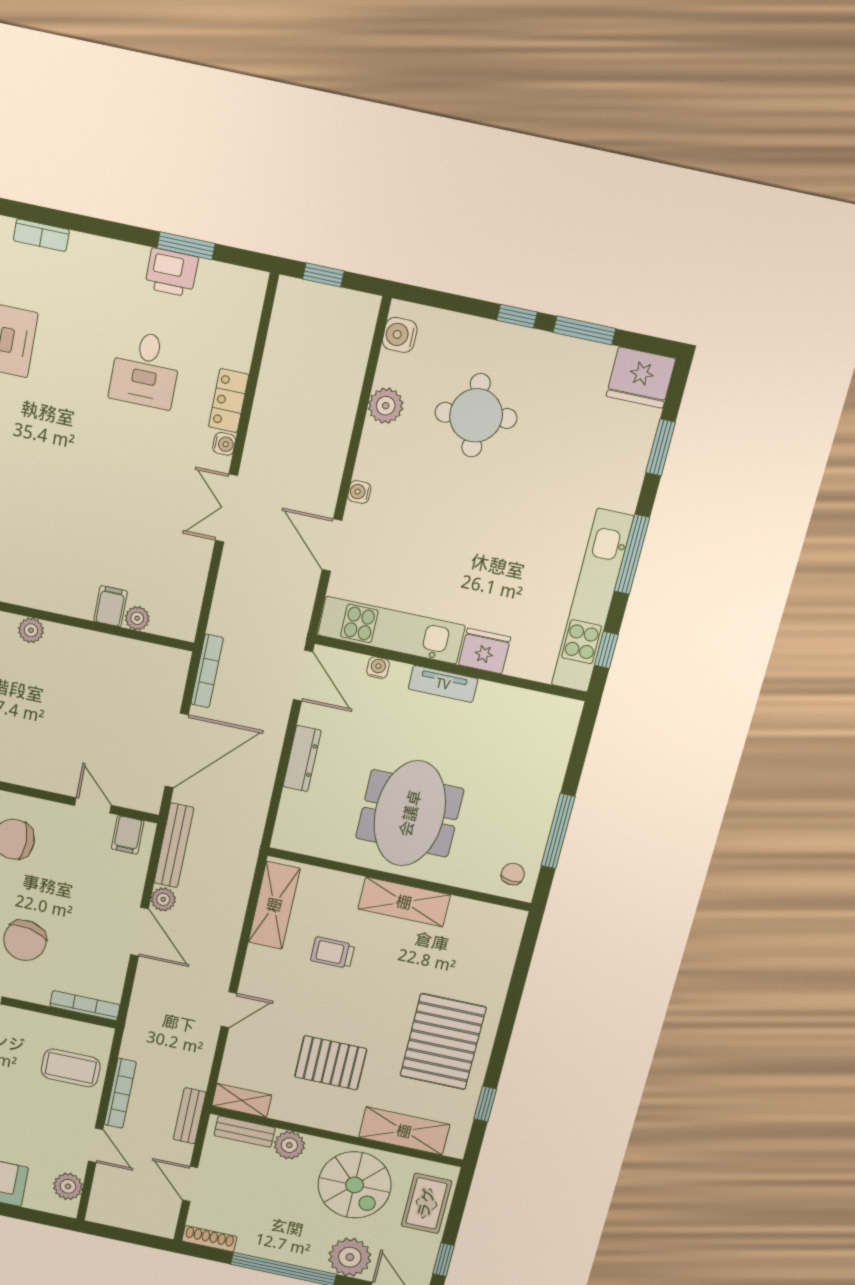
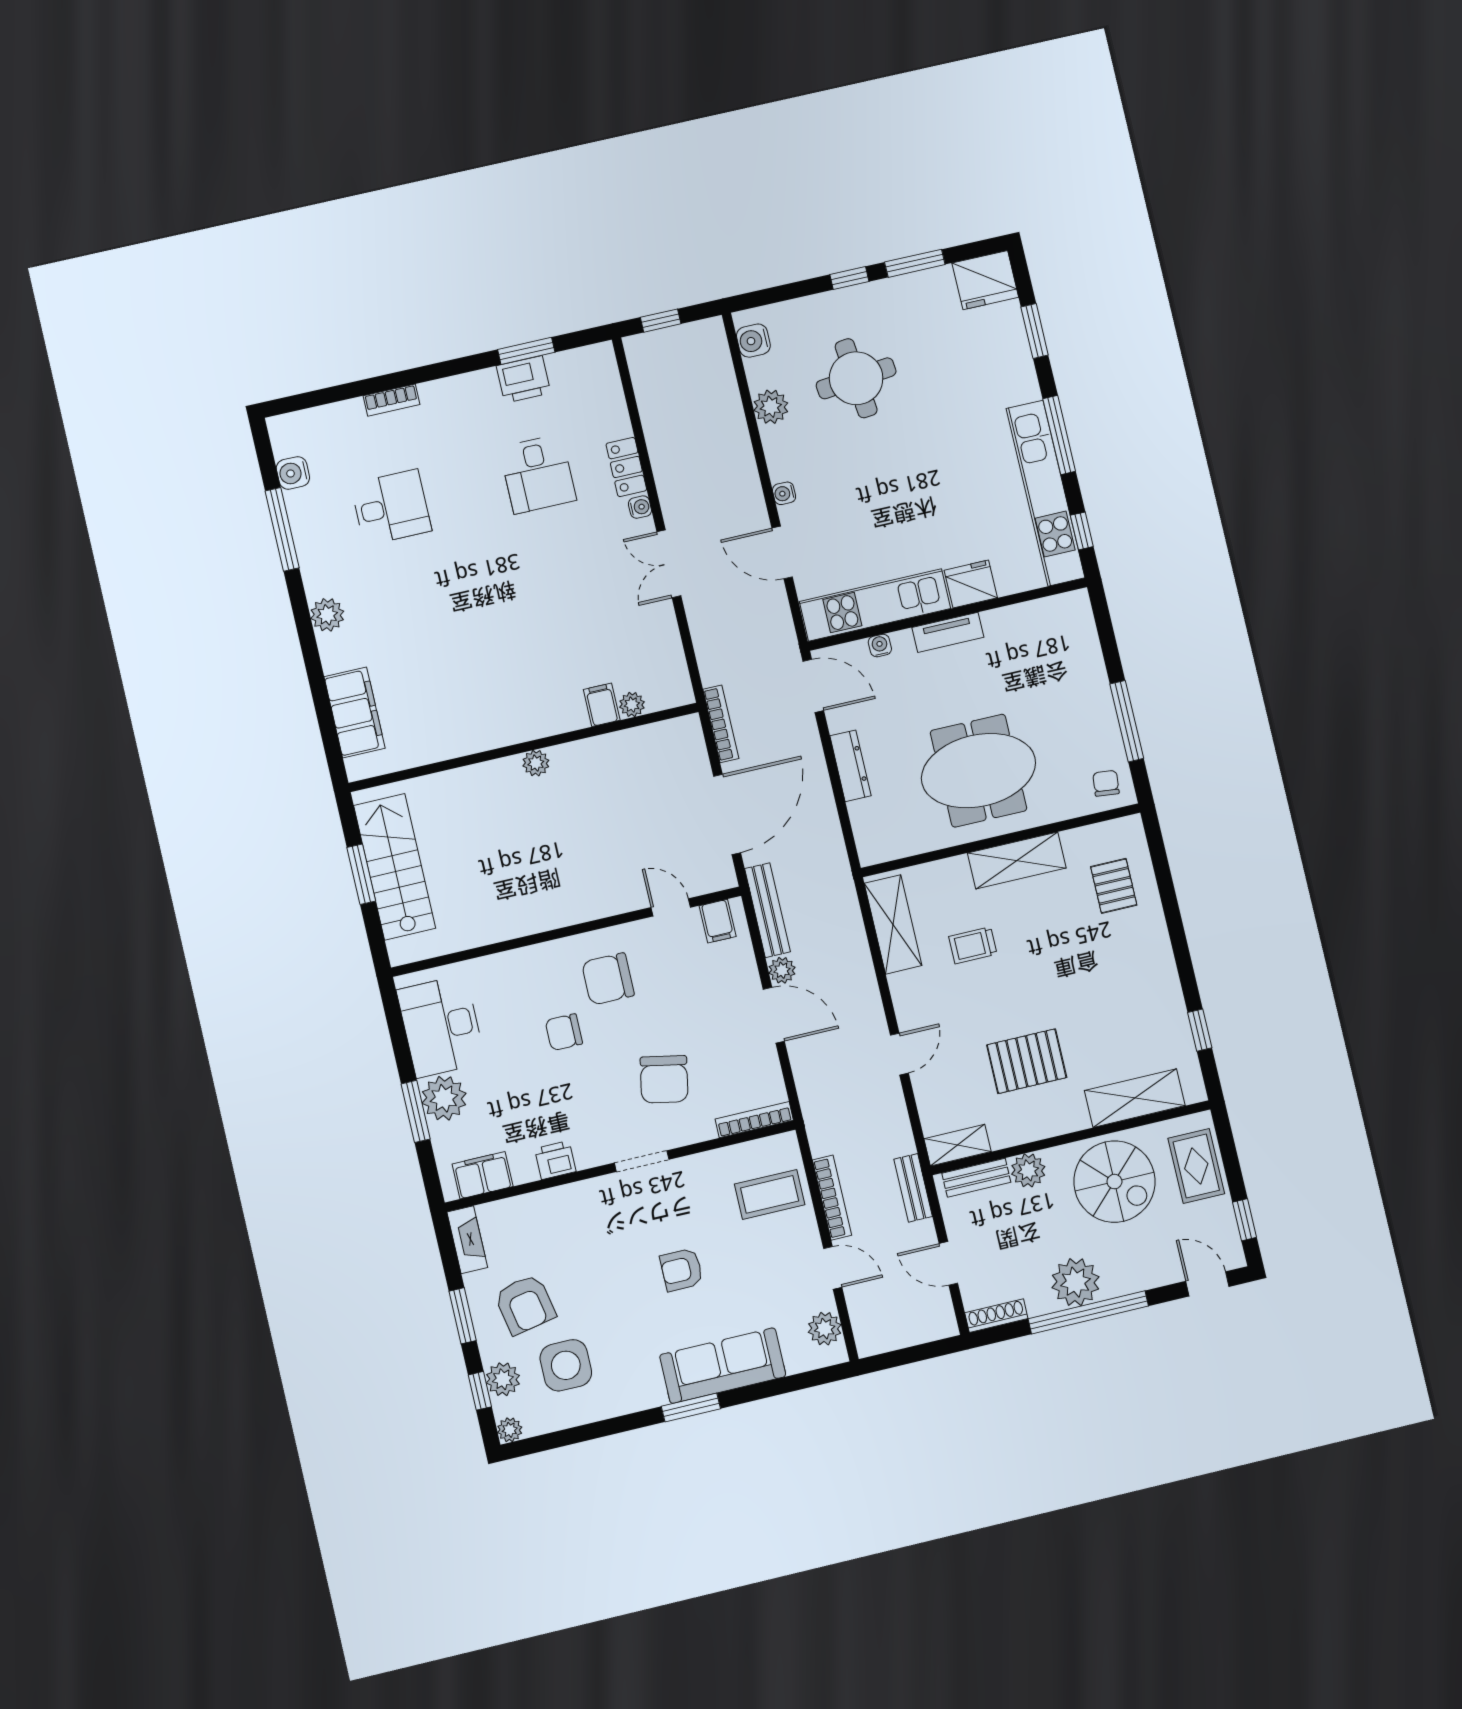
meeting table: (410, 813) -> (979, 771), turned 90
pallet: (443, 1042) -> (1114, 886), moved, width x0.49, depth x0.50
plant: (350, 1257) -> (1076, 1282), moved

